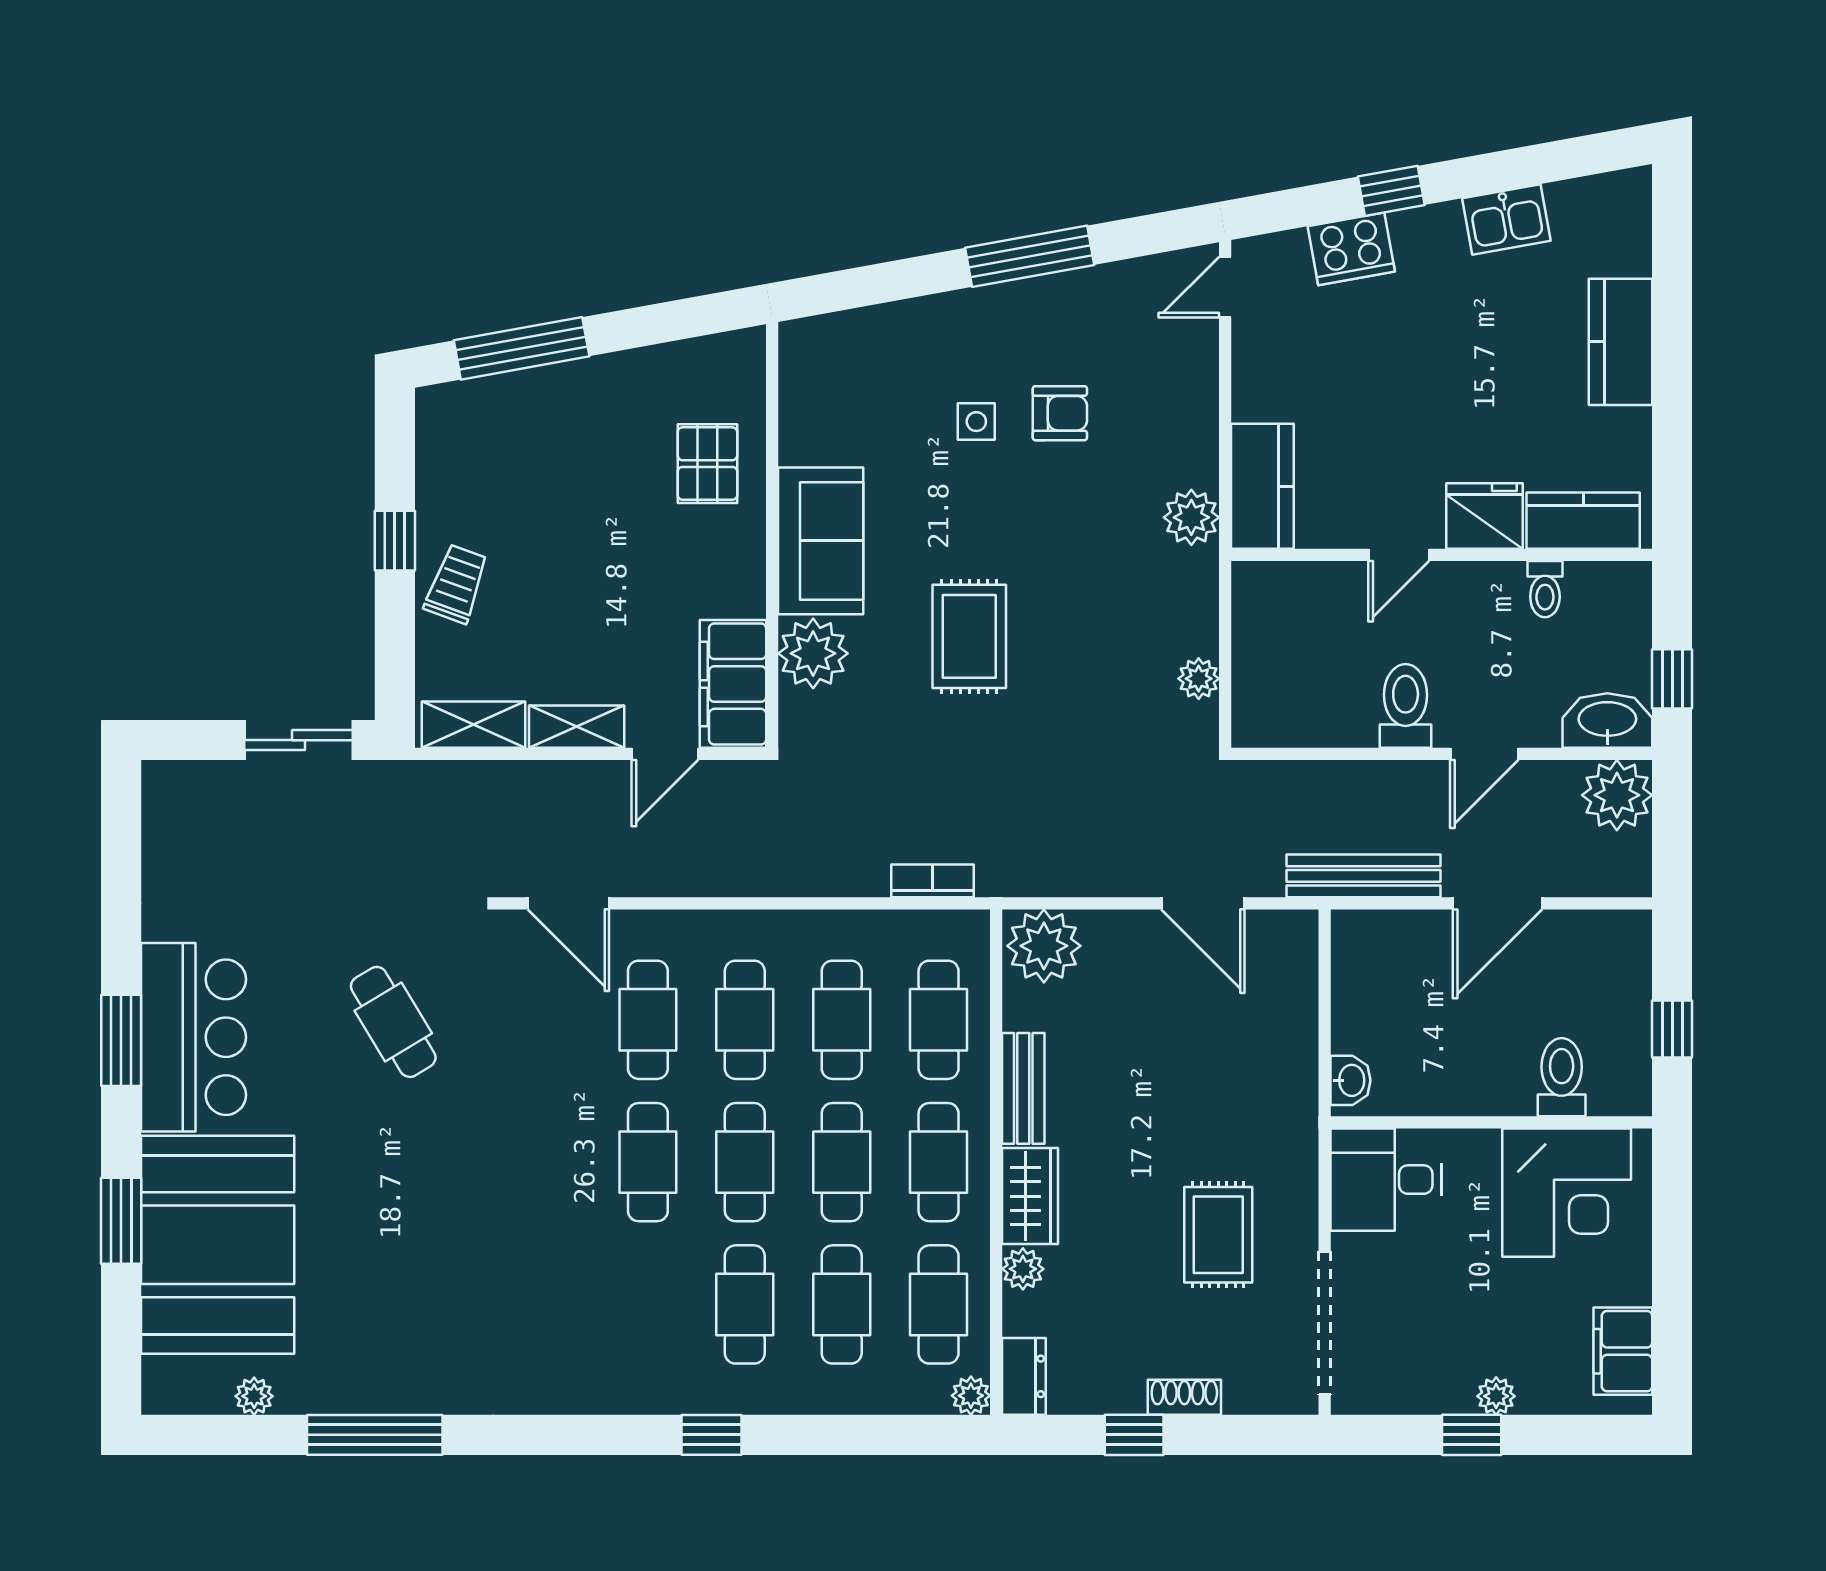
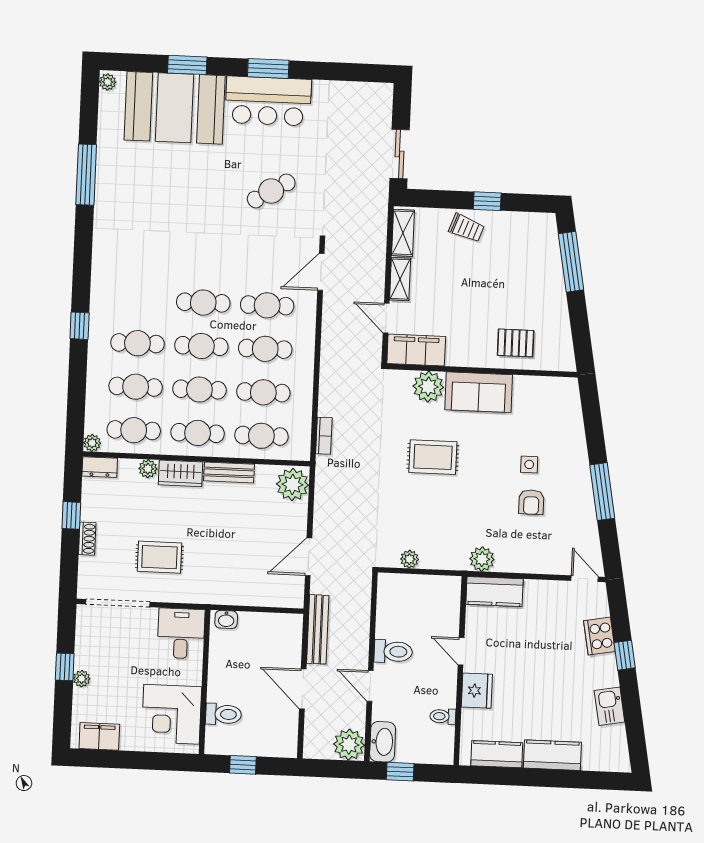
kitchen counter: (1583, 521) -> (497, 754), moved, turned -90
plant: (254, 1396) -> (108, 82), moved

